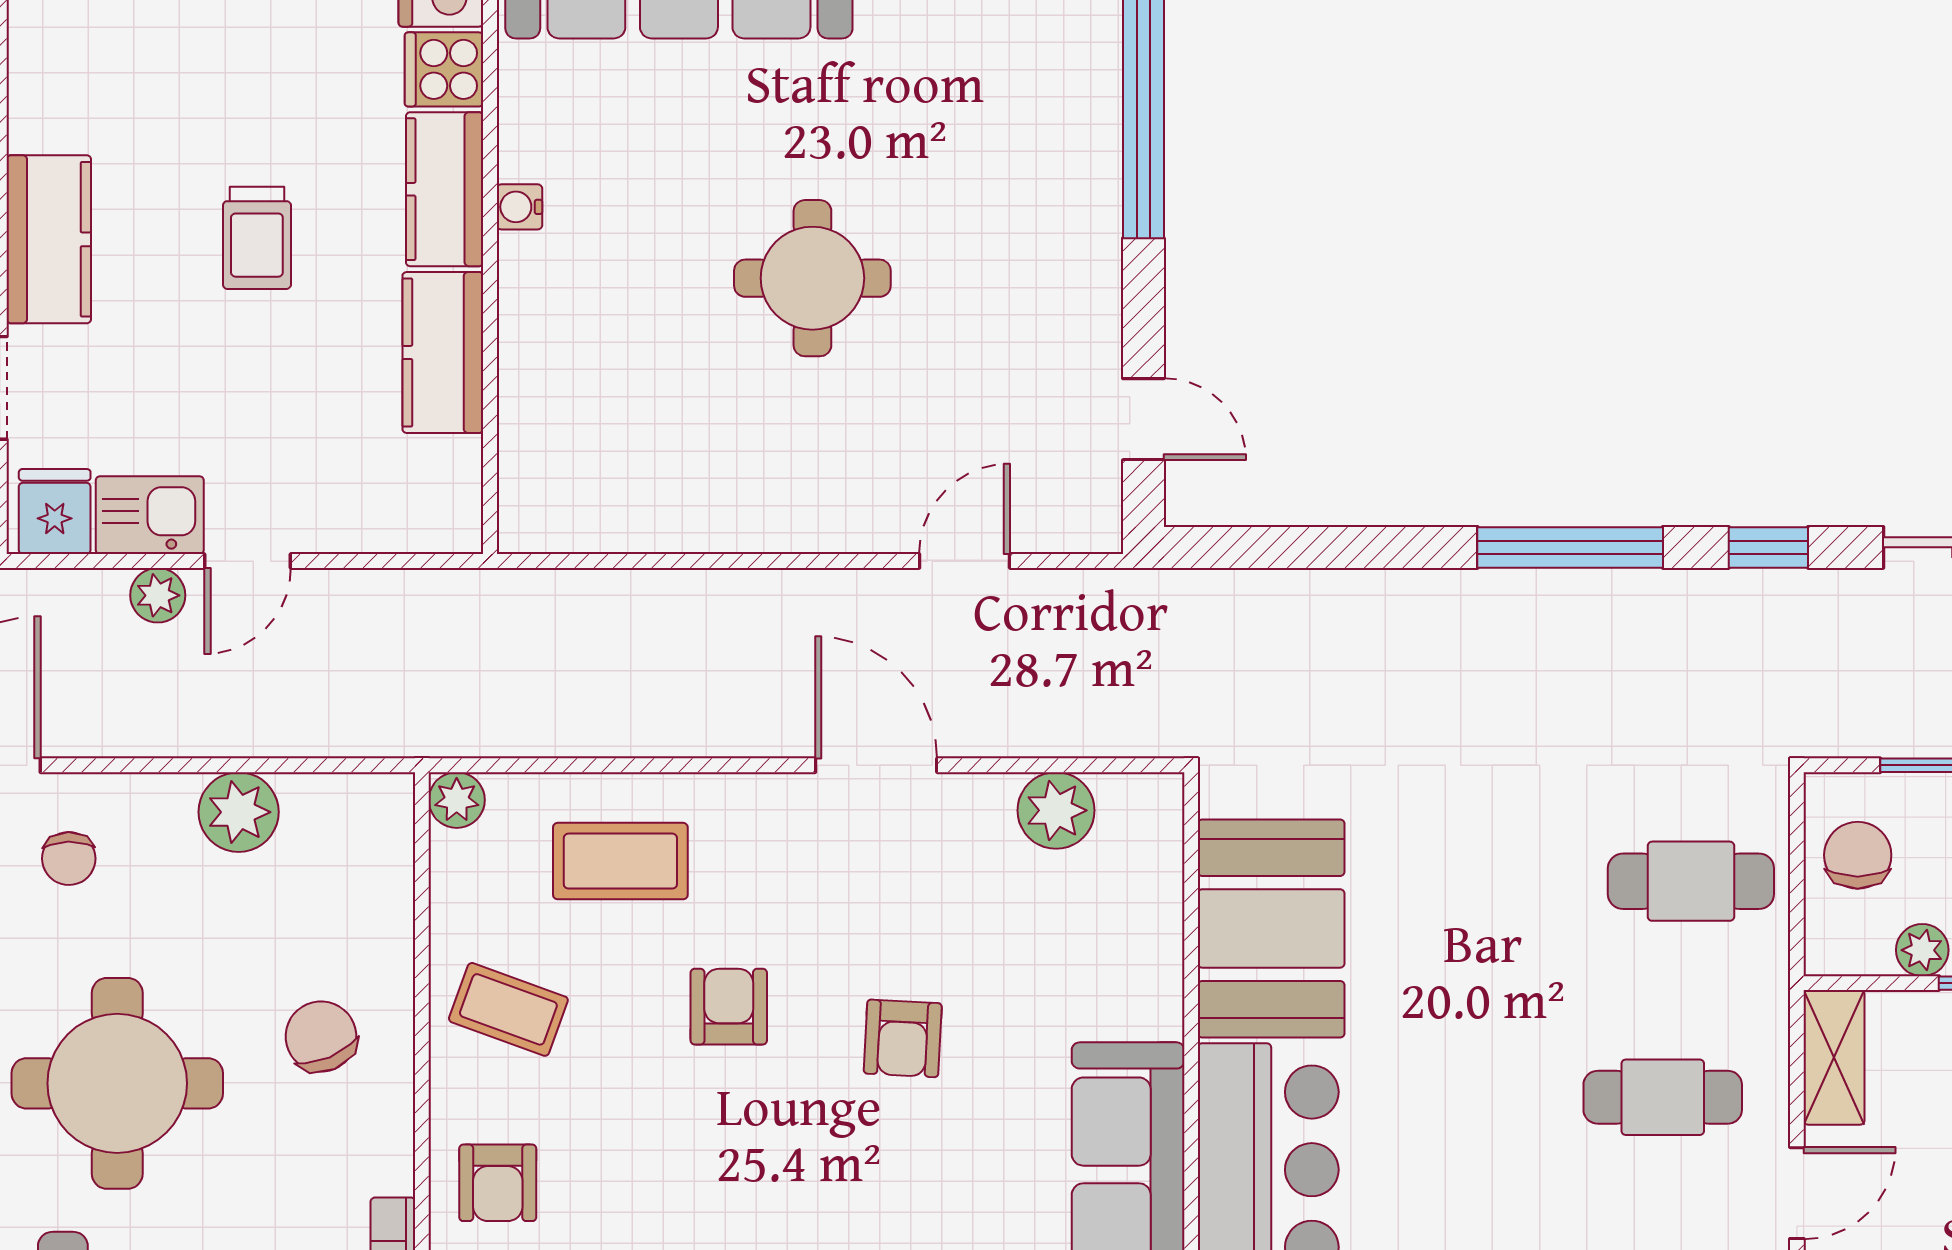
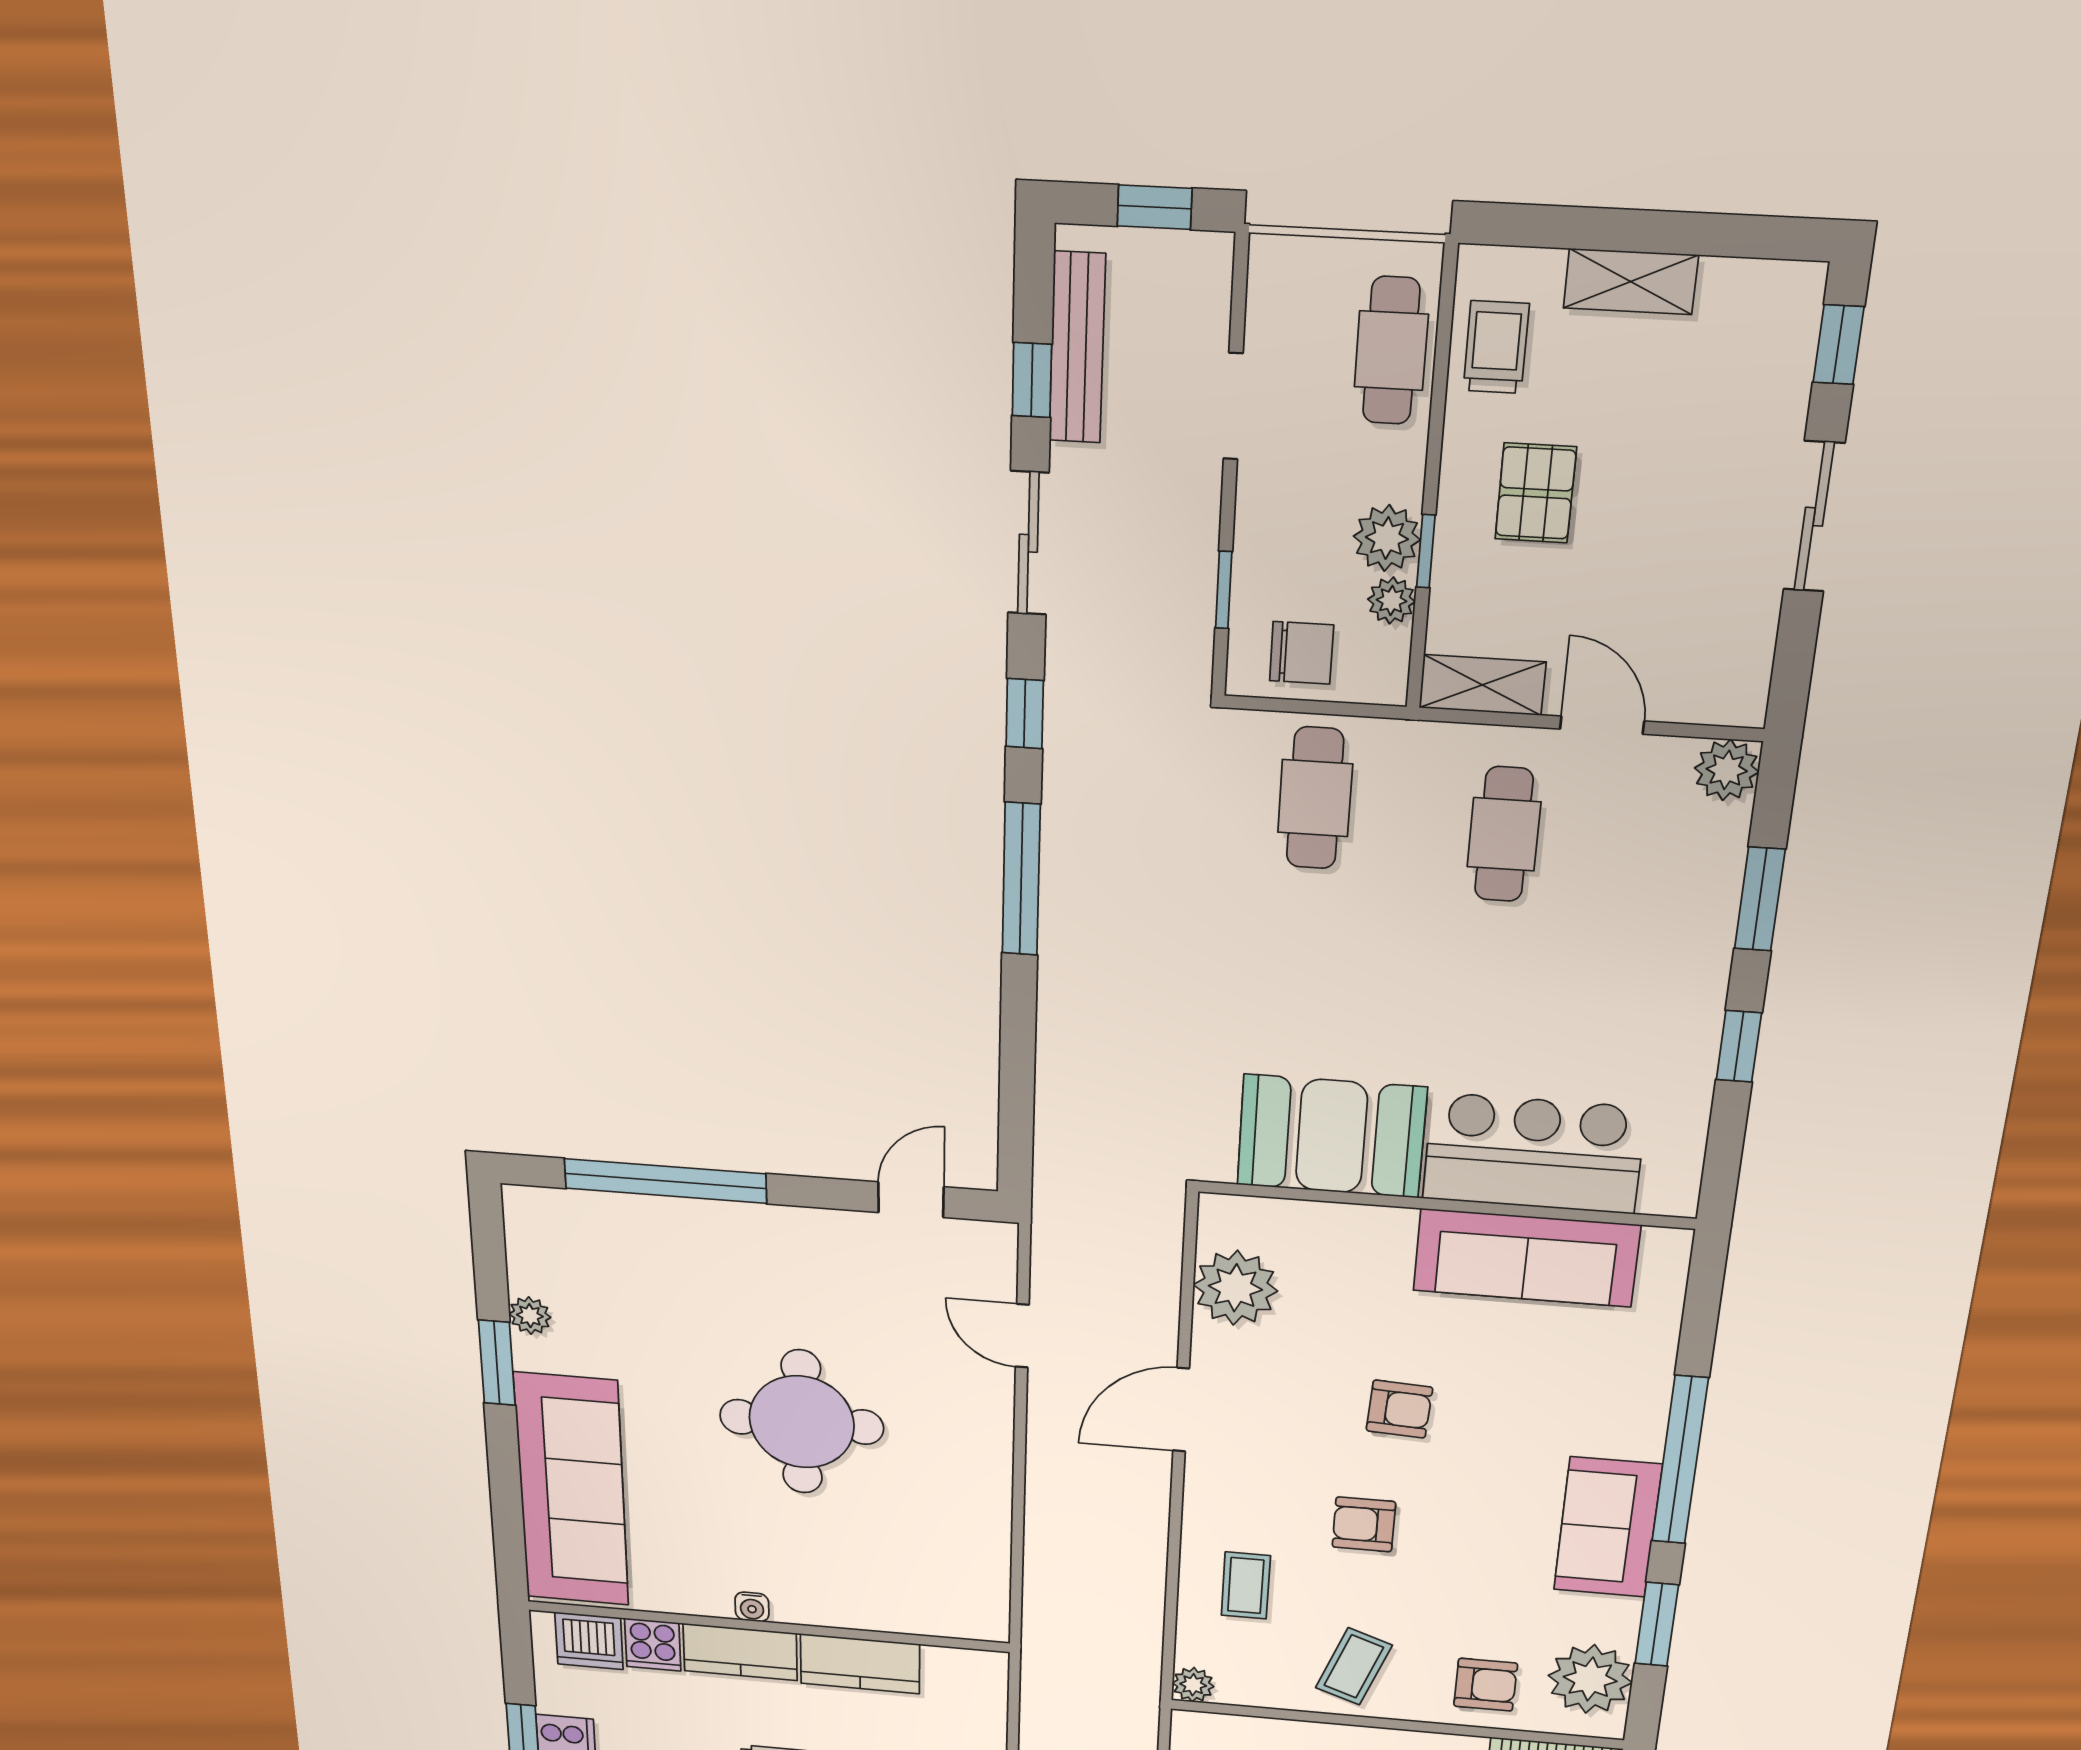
round table: (812, 278) -> (802, 1422), width x1.36, depth x1.36
plant: (1056, 810) -> (1235, 1288), width x1.36, depth x1.36
chair: (1858, 855) -> (1301, 653), turned 180
coffee table: (620, 861) -> (1246, 1585), width x0.73, depth x0.77

